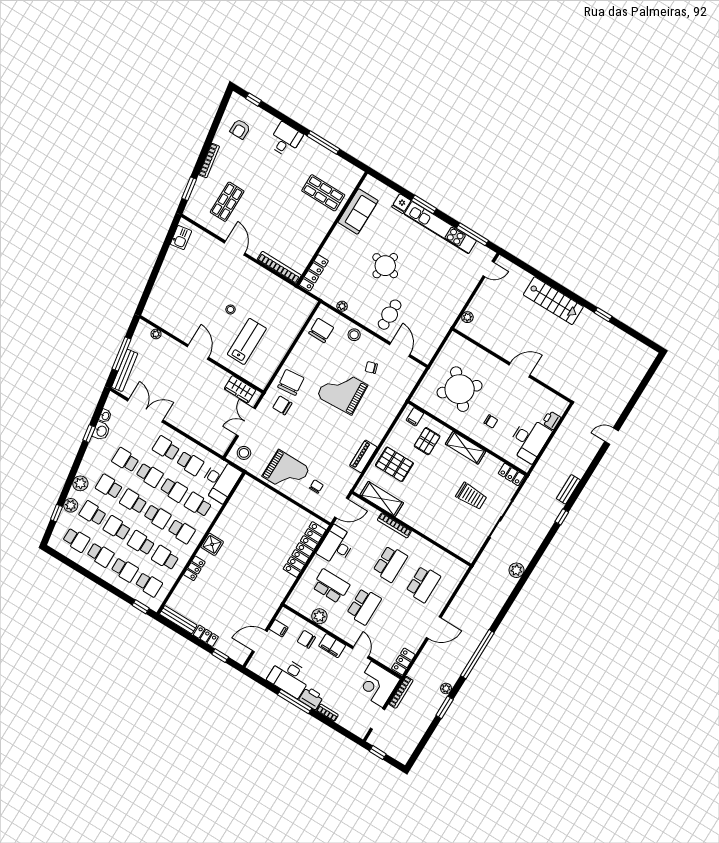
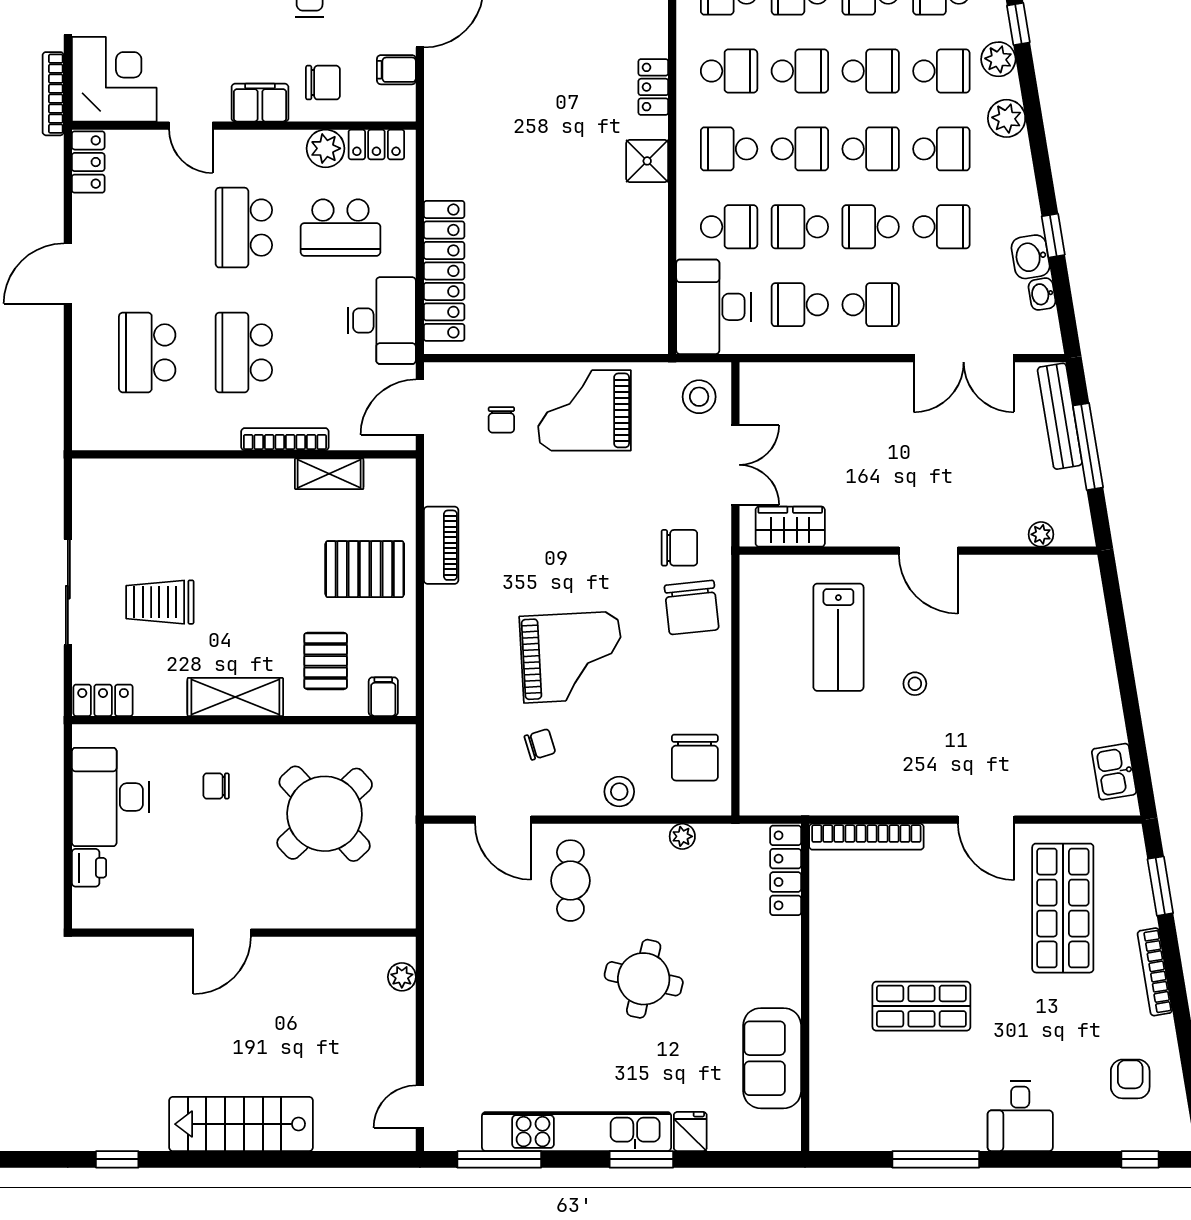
shop shelf: (323, 193) -> (921, 1006), moved
shop shelf: (227, 202) -> (1063, 908), width x1.43, depth x1.36
shelving: (382, 499) -> (329, 474), width x0.67, depth x0.75
school desk: (157, 516) -> (800, 149), turned 180
locker: (301, 607) -> (376, 144), added

